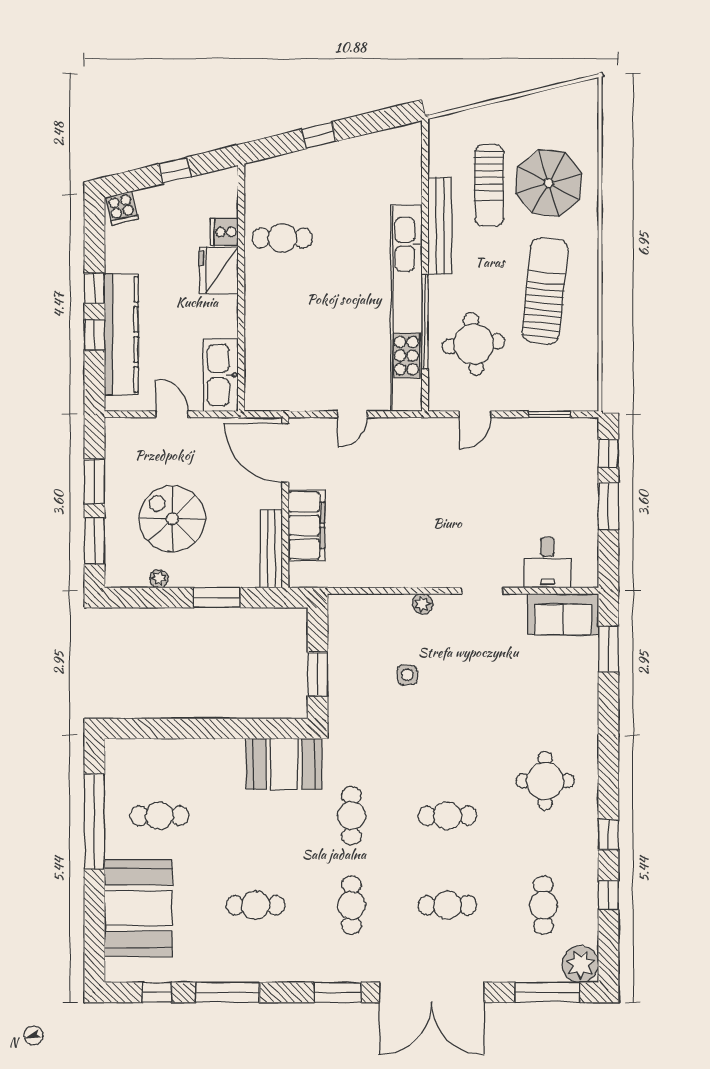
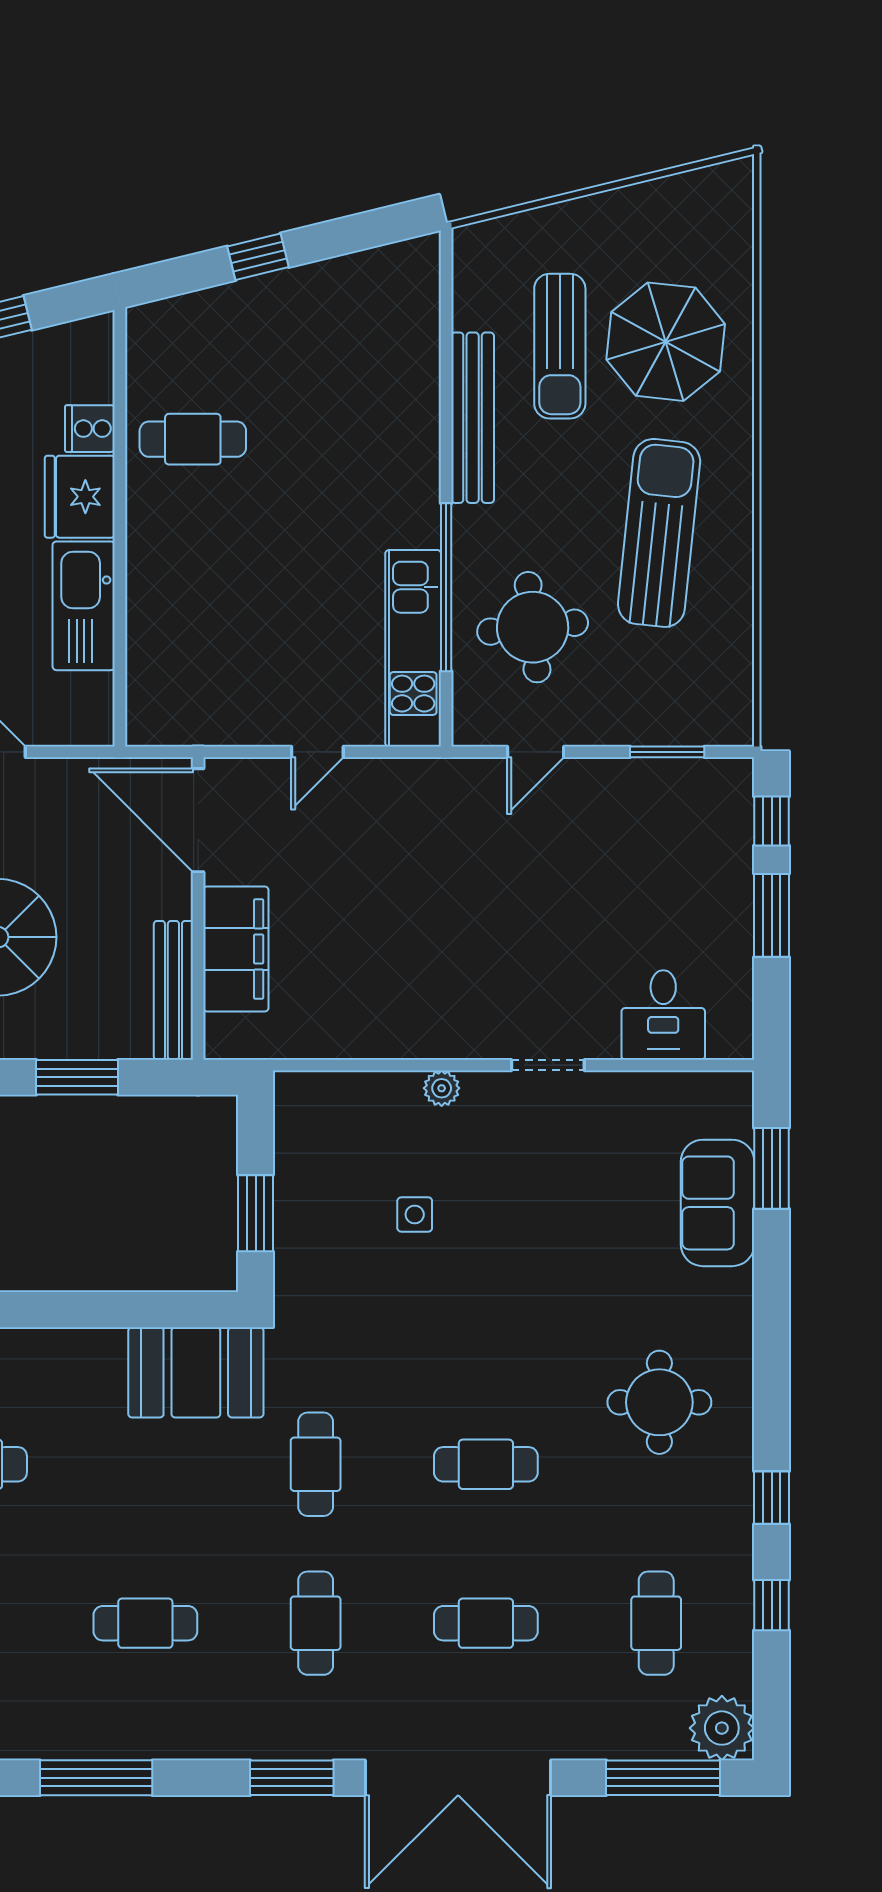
kitchen unit: (406, 308) -> (413, 648), width x0.54
kitchen sink: (221, 375) -> (84, 606), moved
sofa: (563, 614) -> (718, 1203), moved, turned 90

